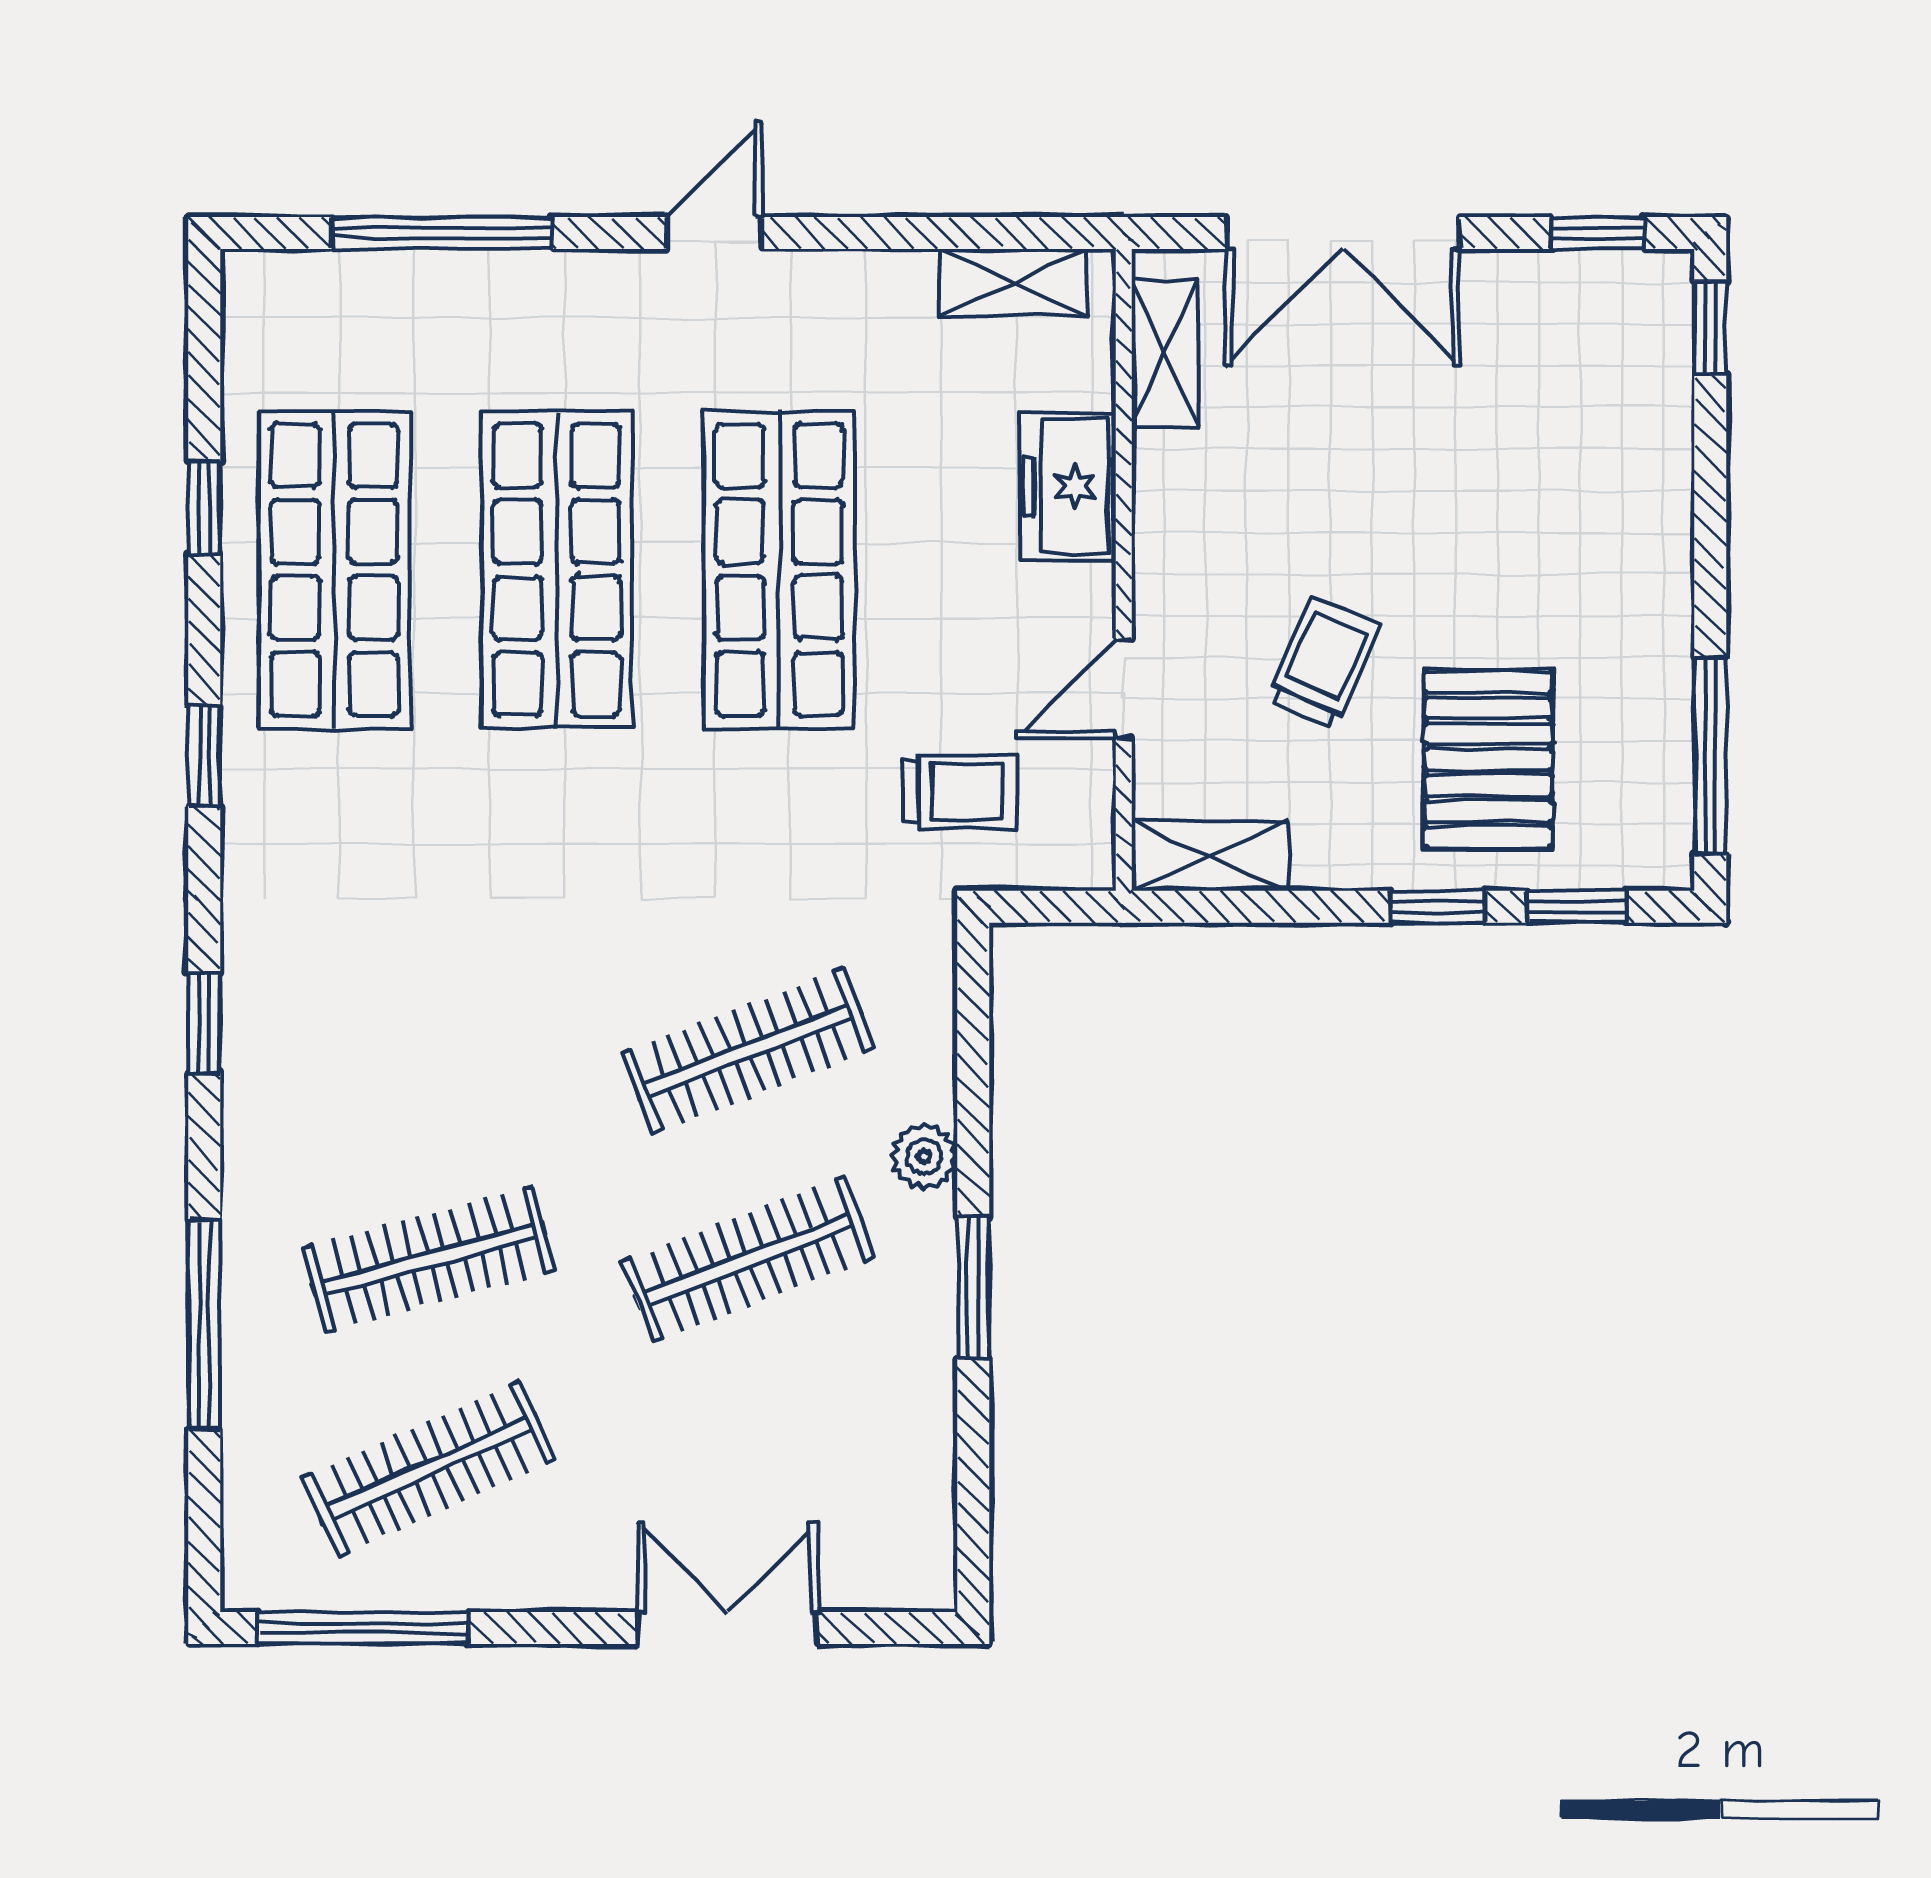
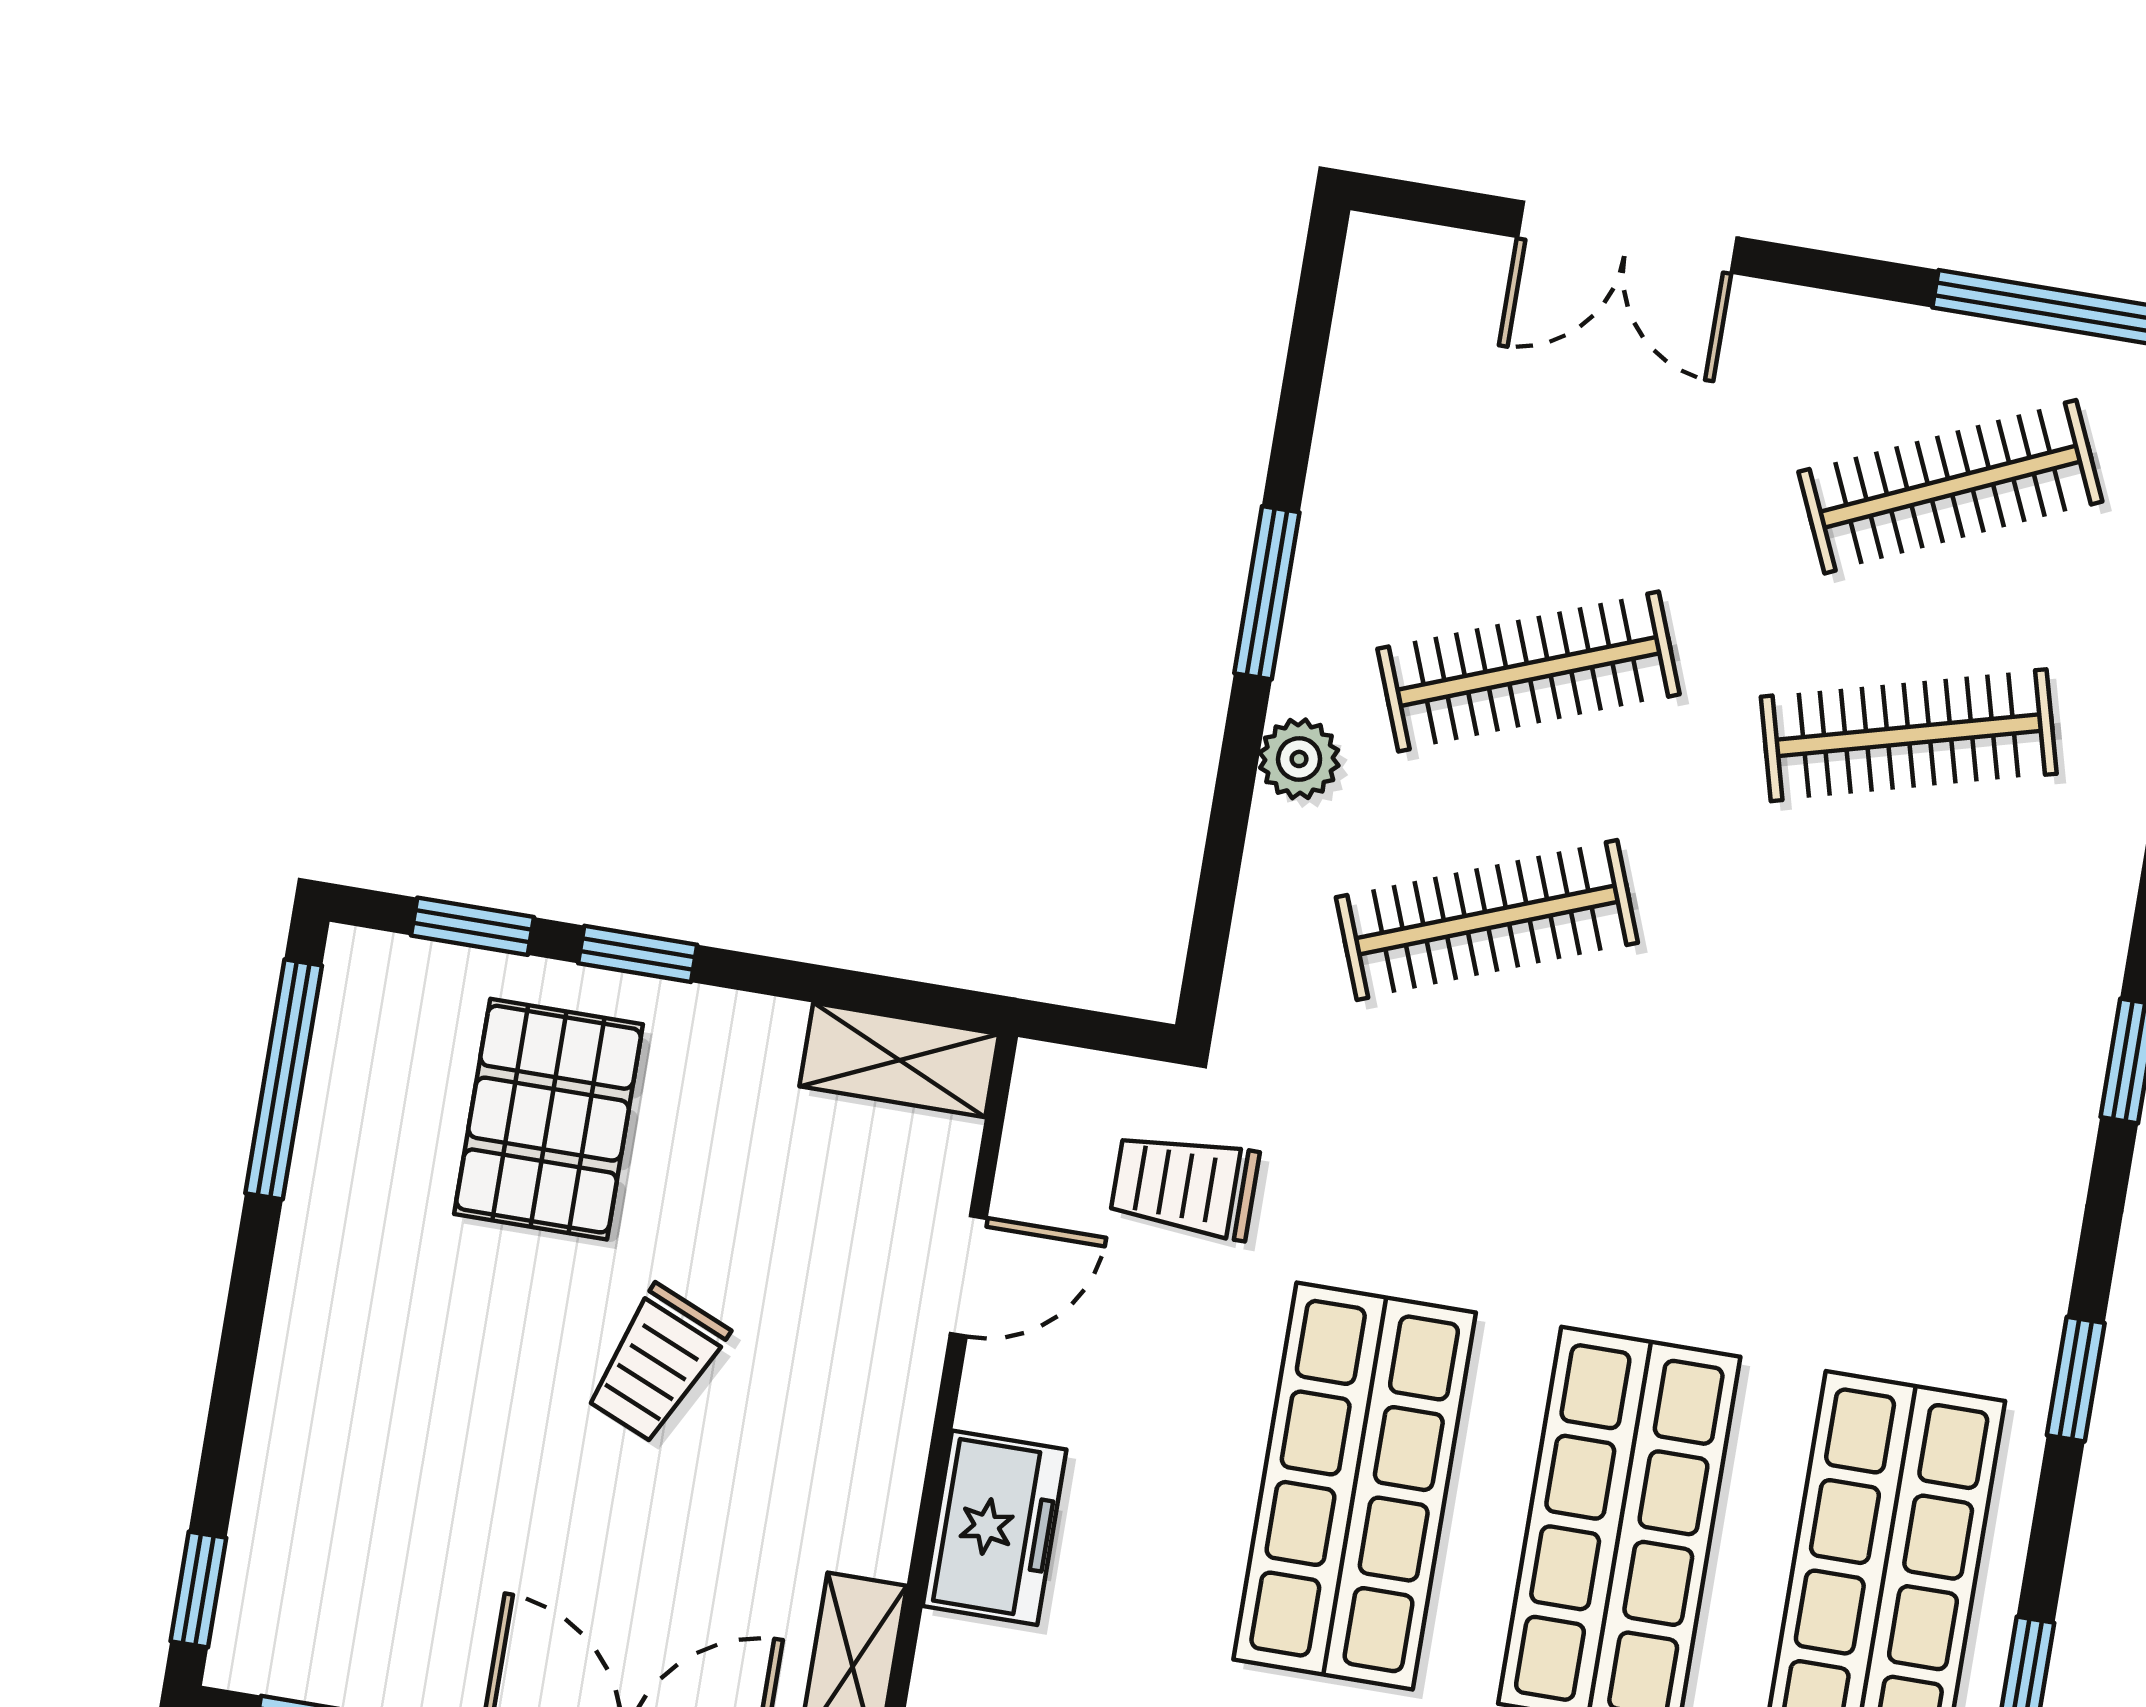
trolley: (1324, 663) -> (657, 1364), moved

